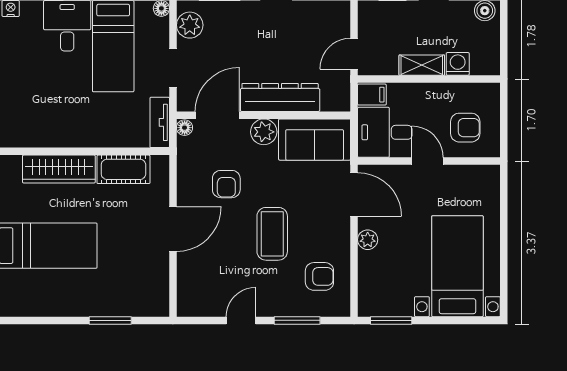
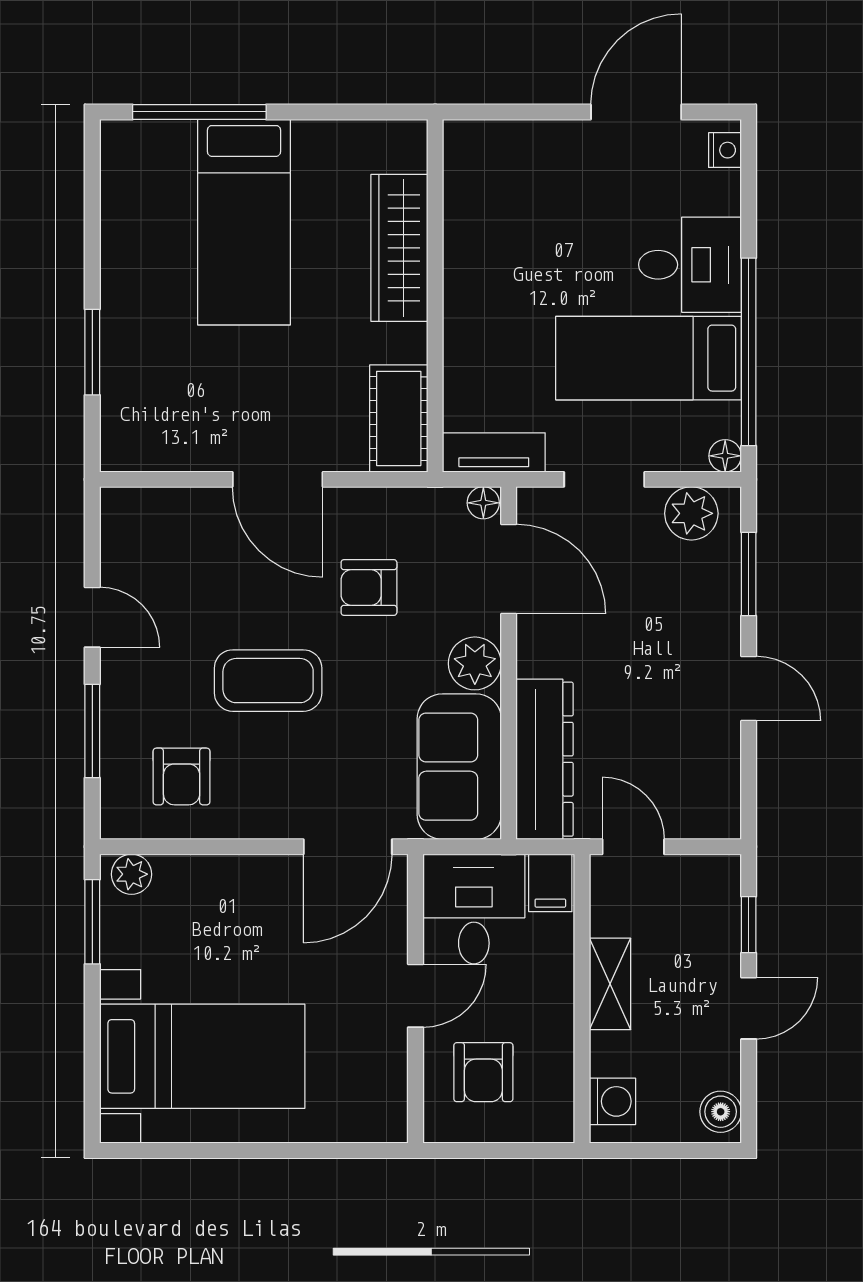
washing machine: (458, 64) -> (613, 1101), moved
dresser: (280, 97) -> (545, 759), moved
cot: (123, 169) -> (399, 418), moved
plant: (368, 240) -> (131, 874), moved

